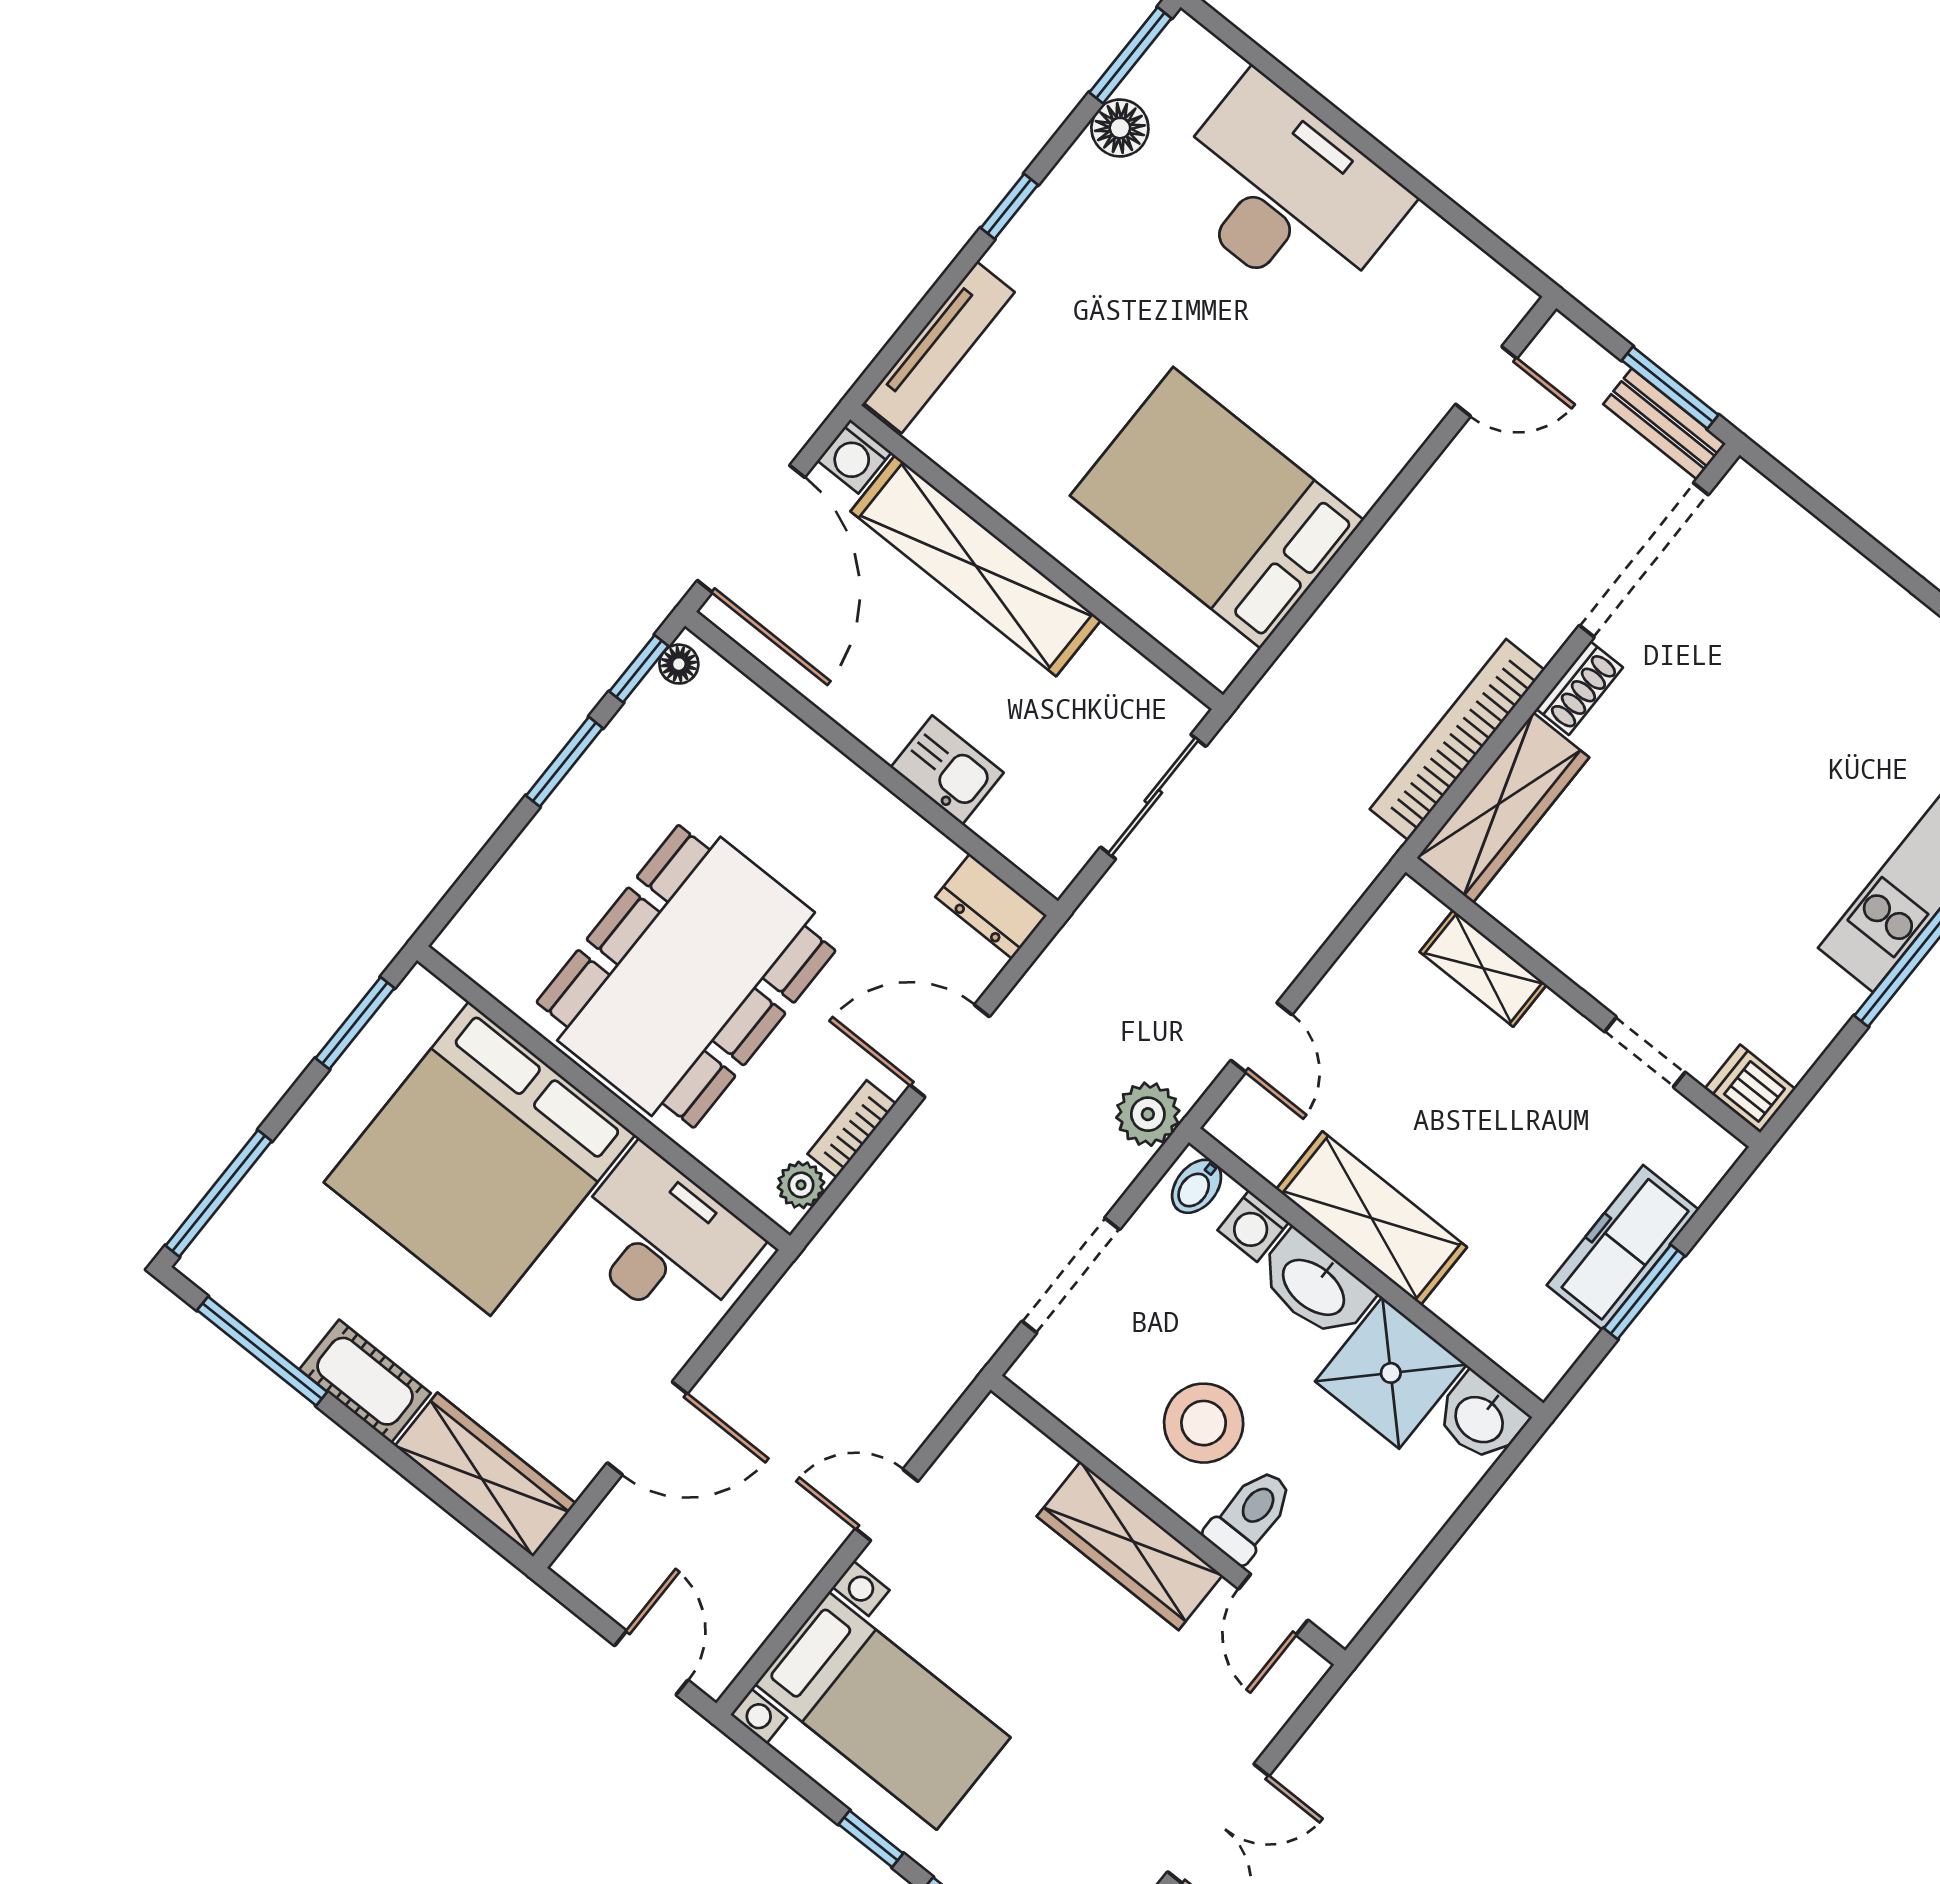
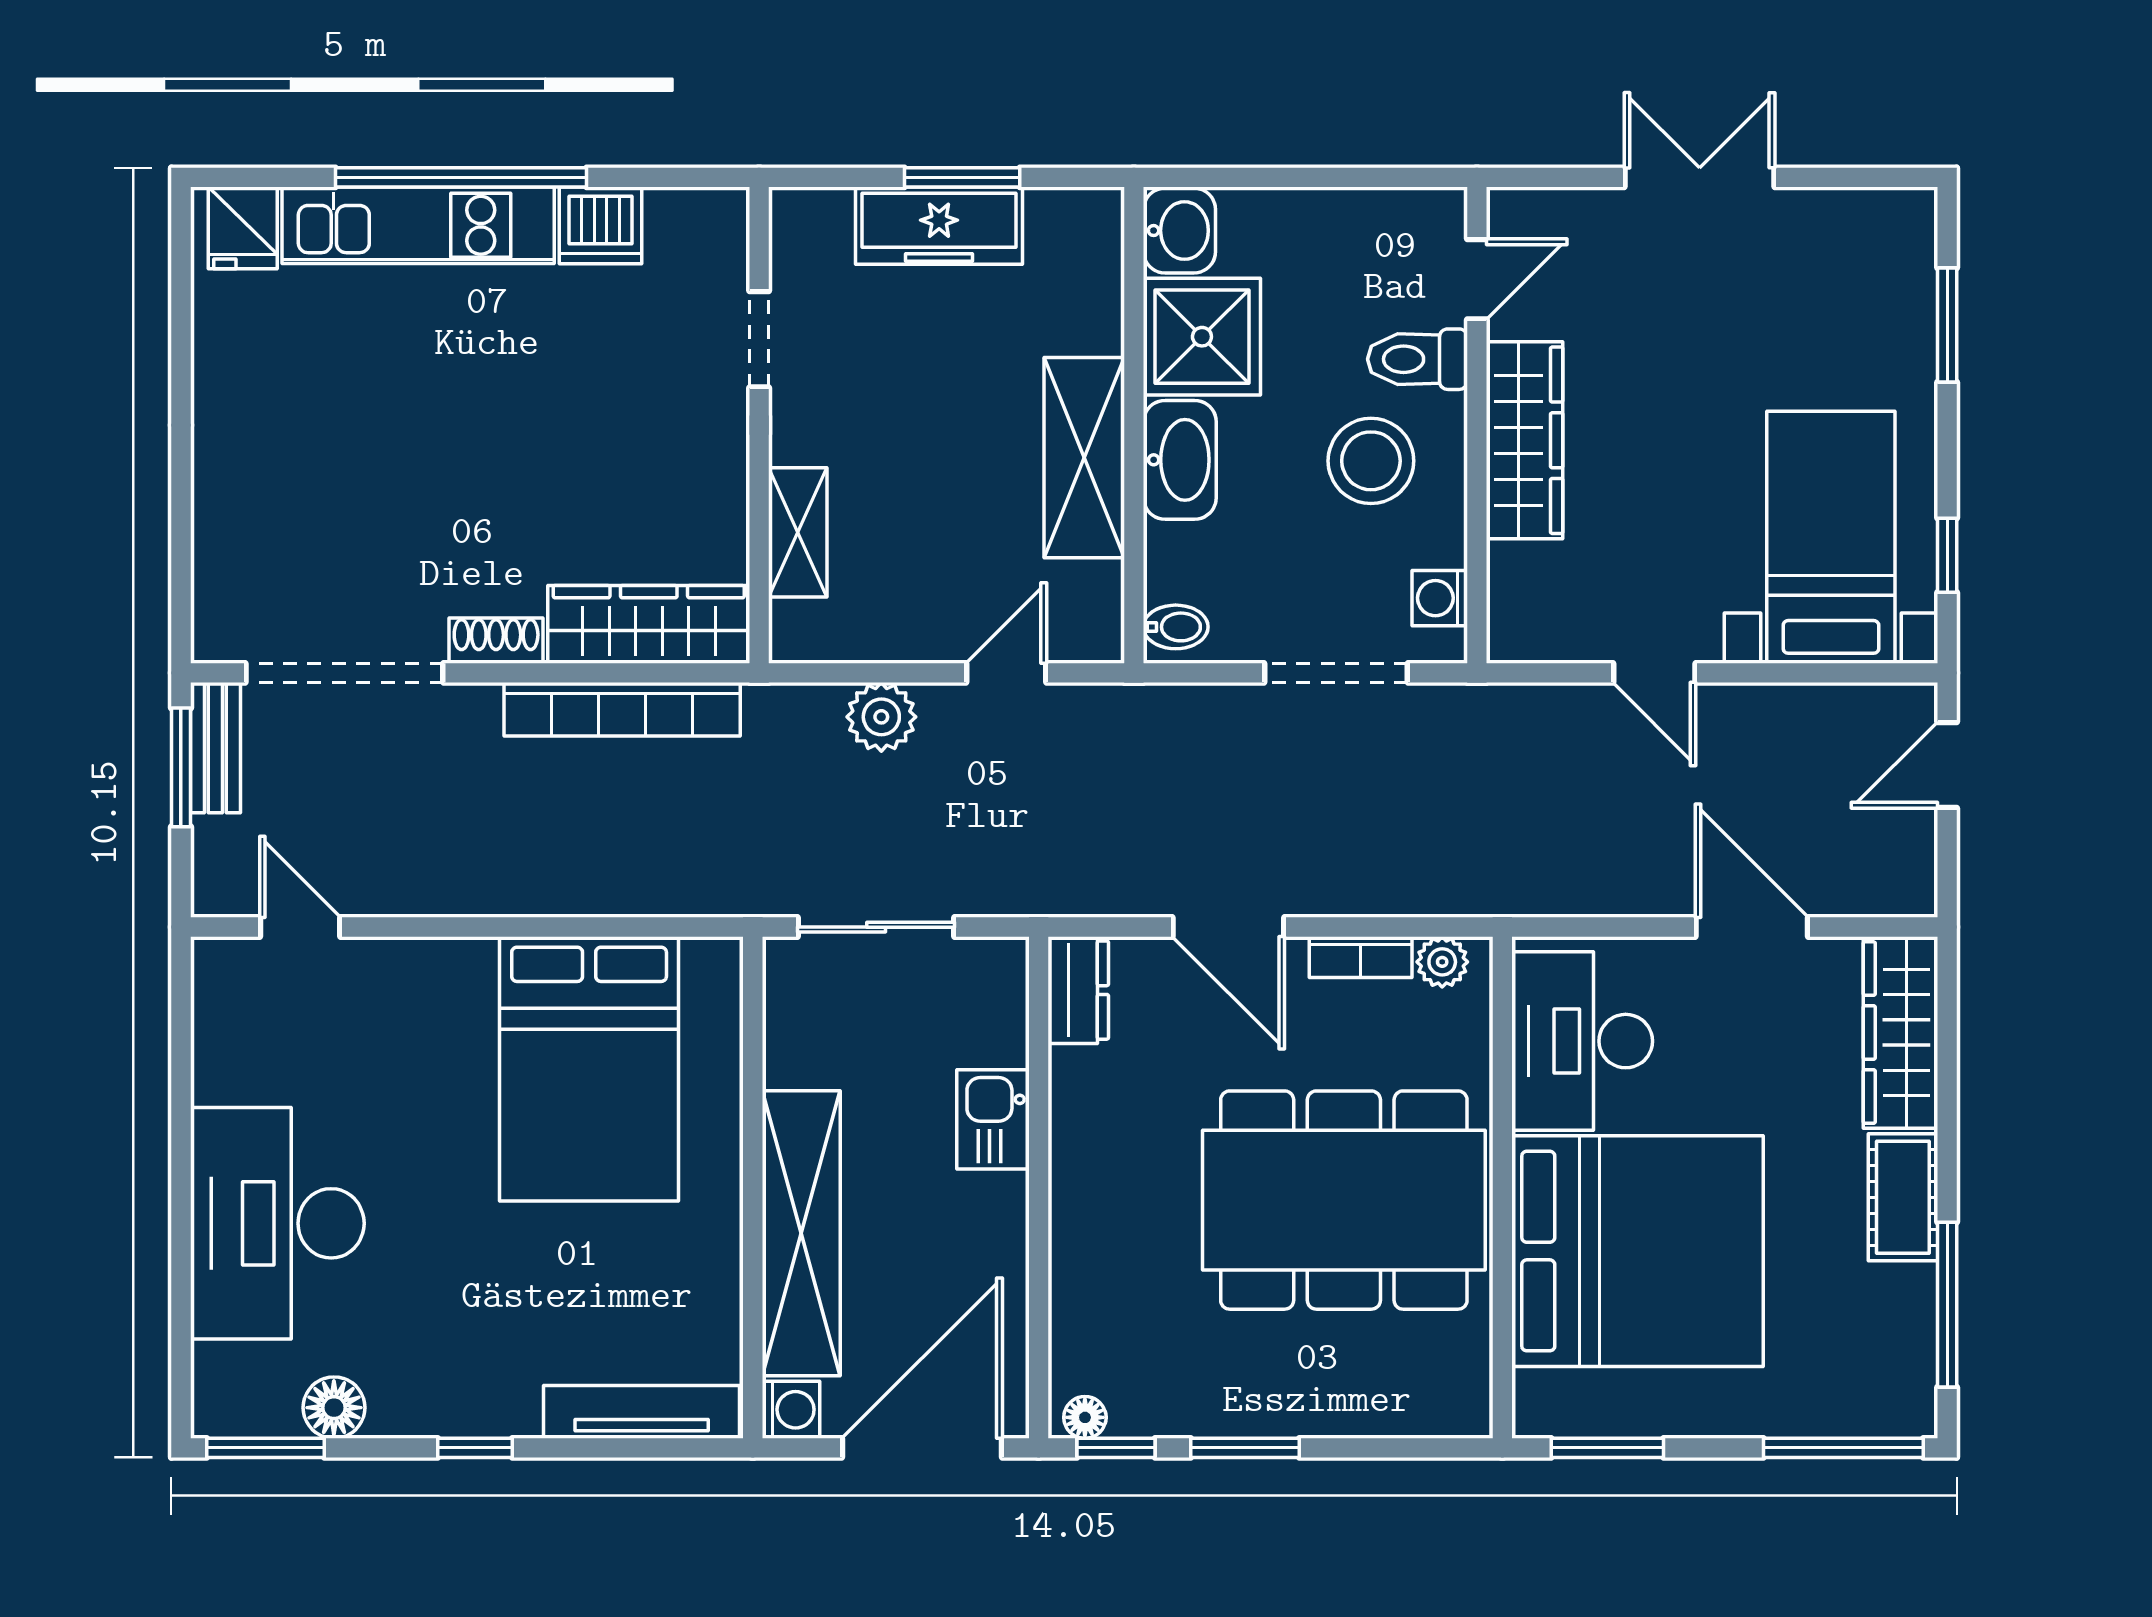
dishwasher: (1751, 1088) -> (601, 225), moved, width x1.38
plant: (1148, 1114) -> (881, 717), moved
washing machine: (1253, 1226) -> (1440, 598), moved, turned 180
window: (871, 1839) -> (1947, 555), moved

